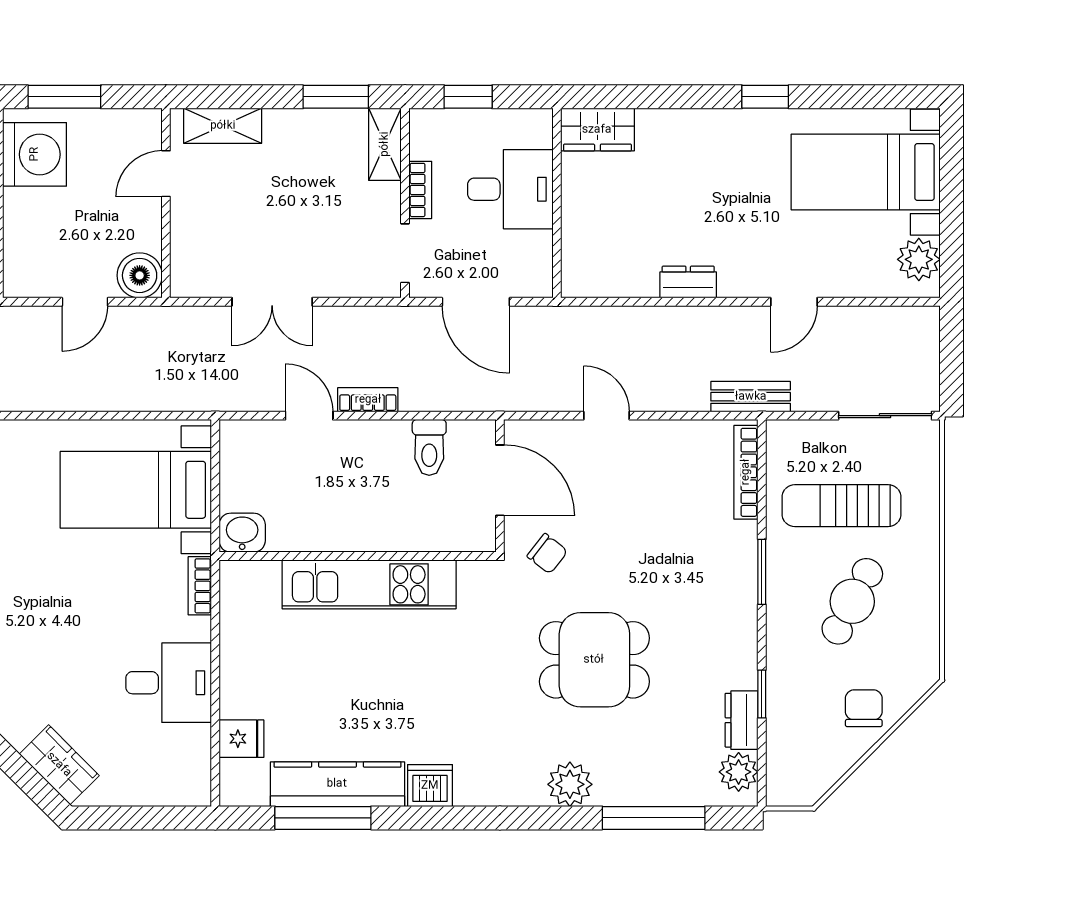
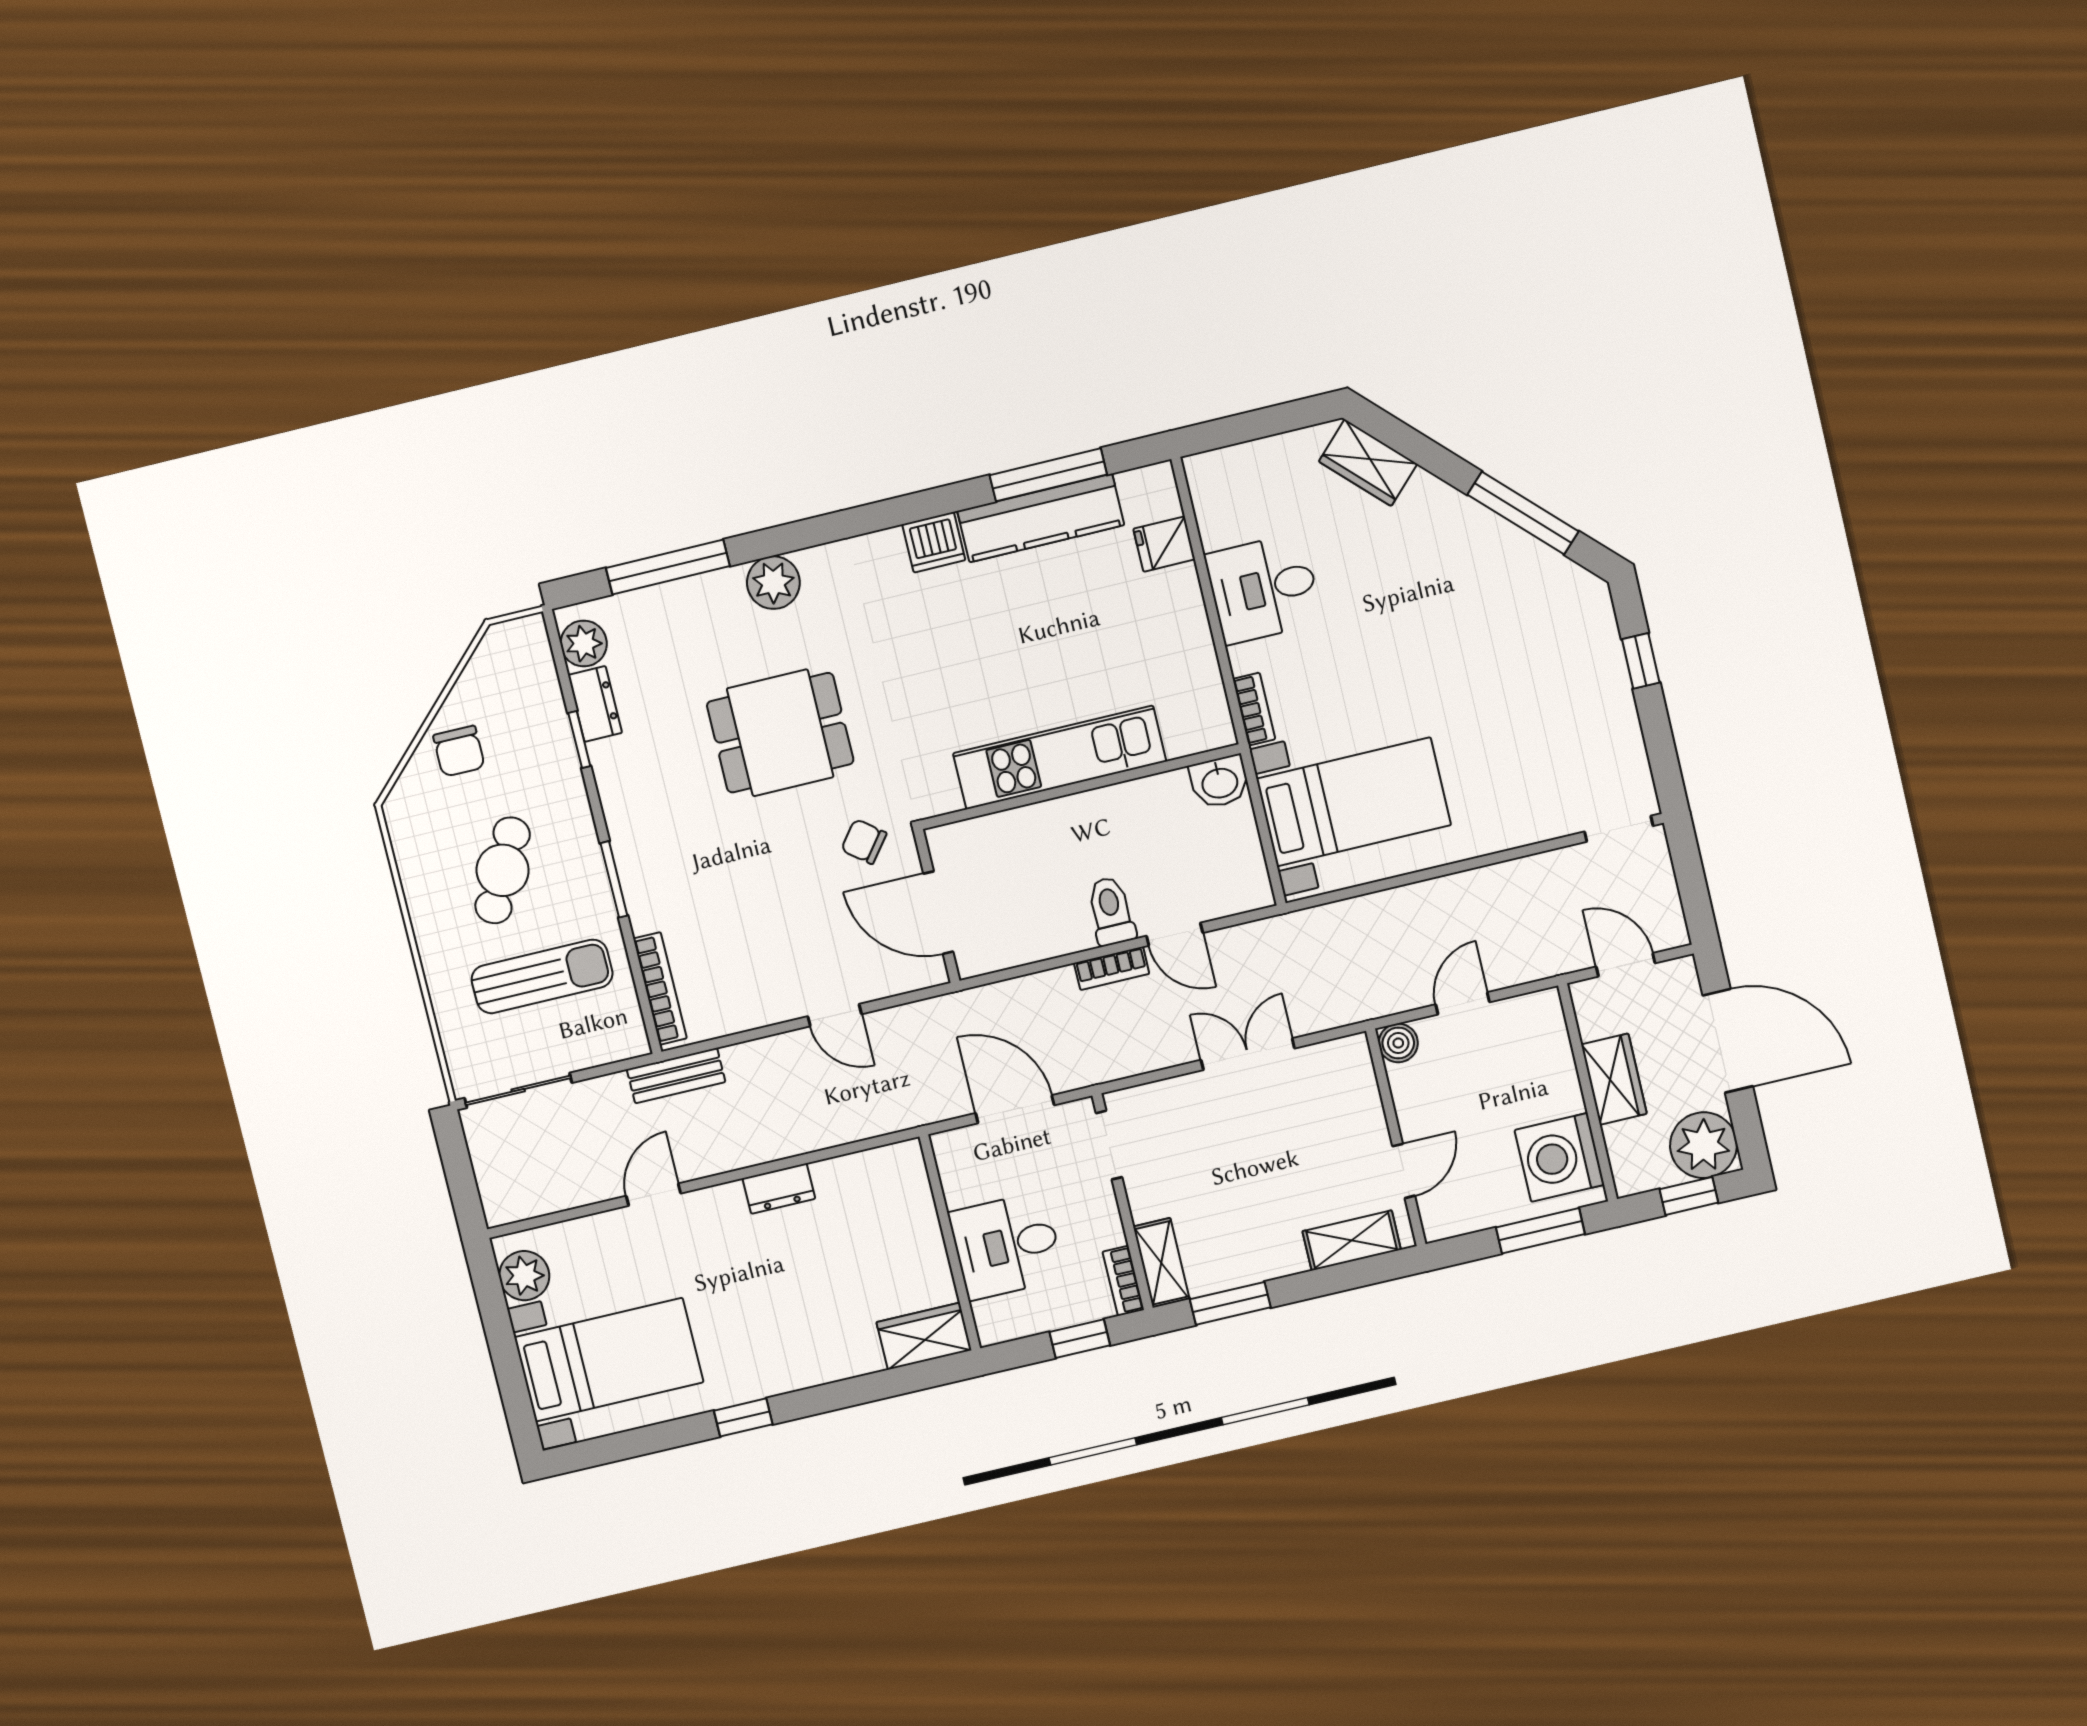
bookcase: (420, 190) -> (1123, 1281), moved
boiler: (140, 275) -> (1398, 1043), width x0.73, depth x0.73
toilet: (429, 447) -> (1111, 911), moved

